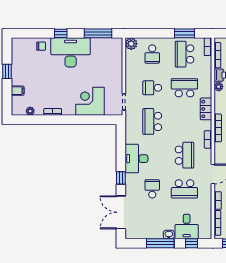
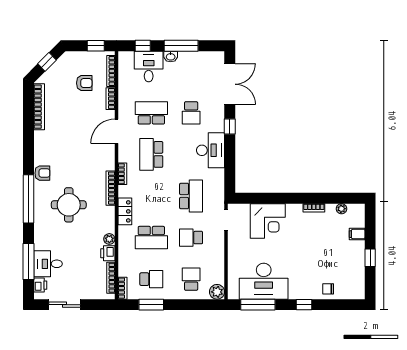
desk: (71, 52) -> (264, 281), moved
school desk: (184, 54) -> (151, 279), width x0.54
school desk: (152, 88) -> (191, 238), turned 180

